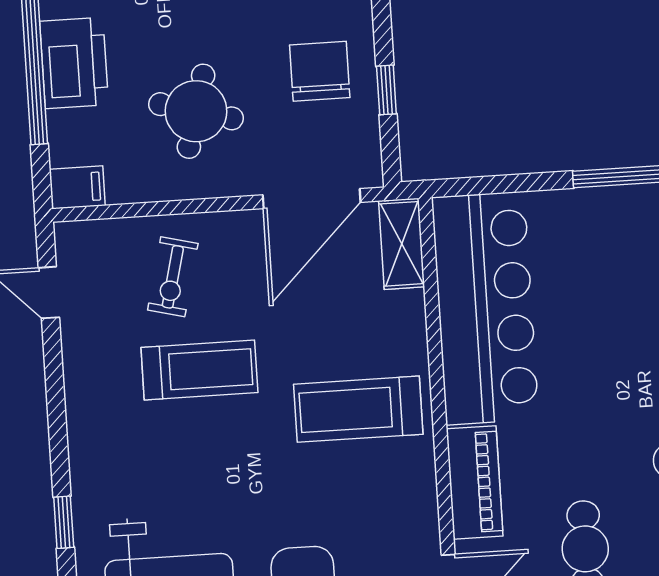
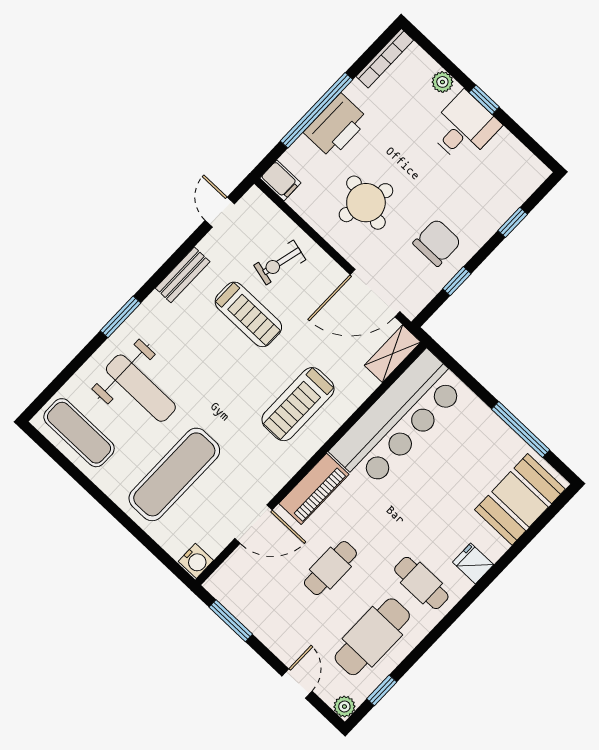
bench: (82, 404) -> (183, 275), added
treadmill: (358, 409) -> (298, 404), turned -90
window: (64, 522) -> (121, 317), width x1.50

